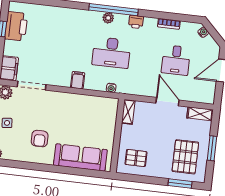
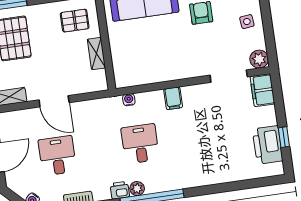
plant: (108, 18) -> (137, 189), moved
desk: (111, 53) -> (140, 144), width x0.73
shelving: (128, 112) -> (96, 54), moved

